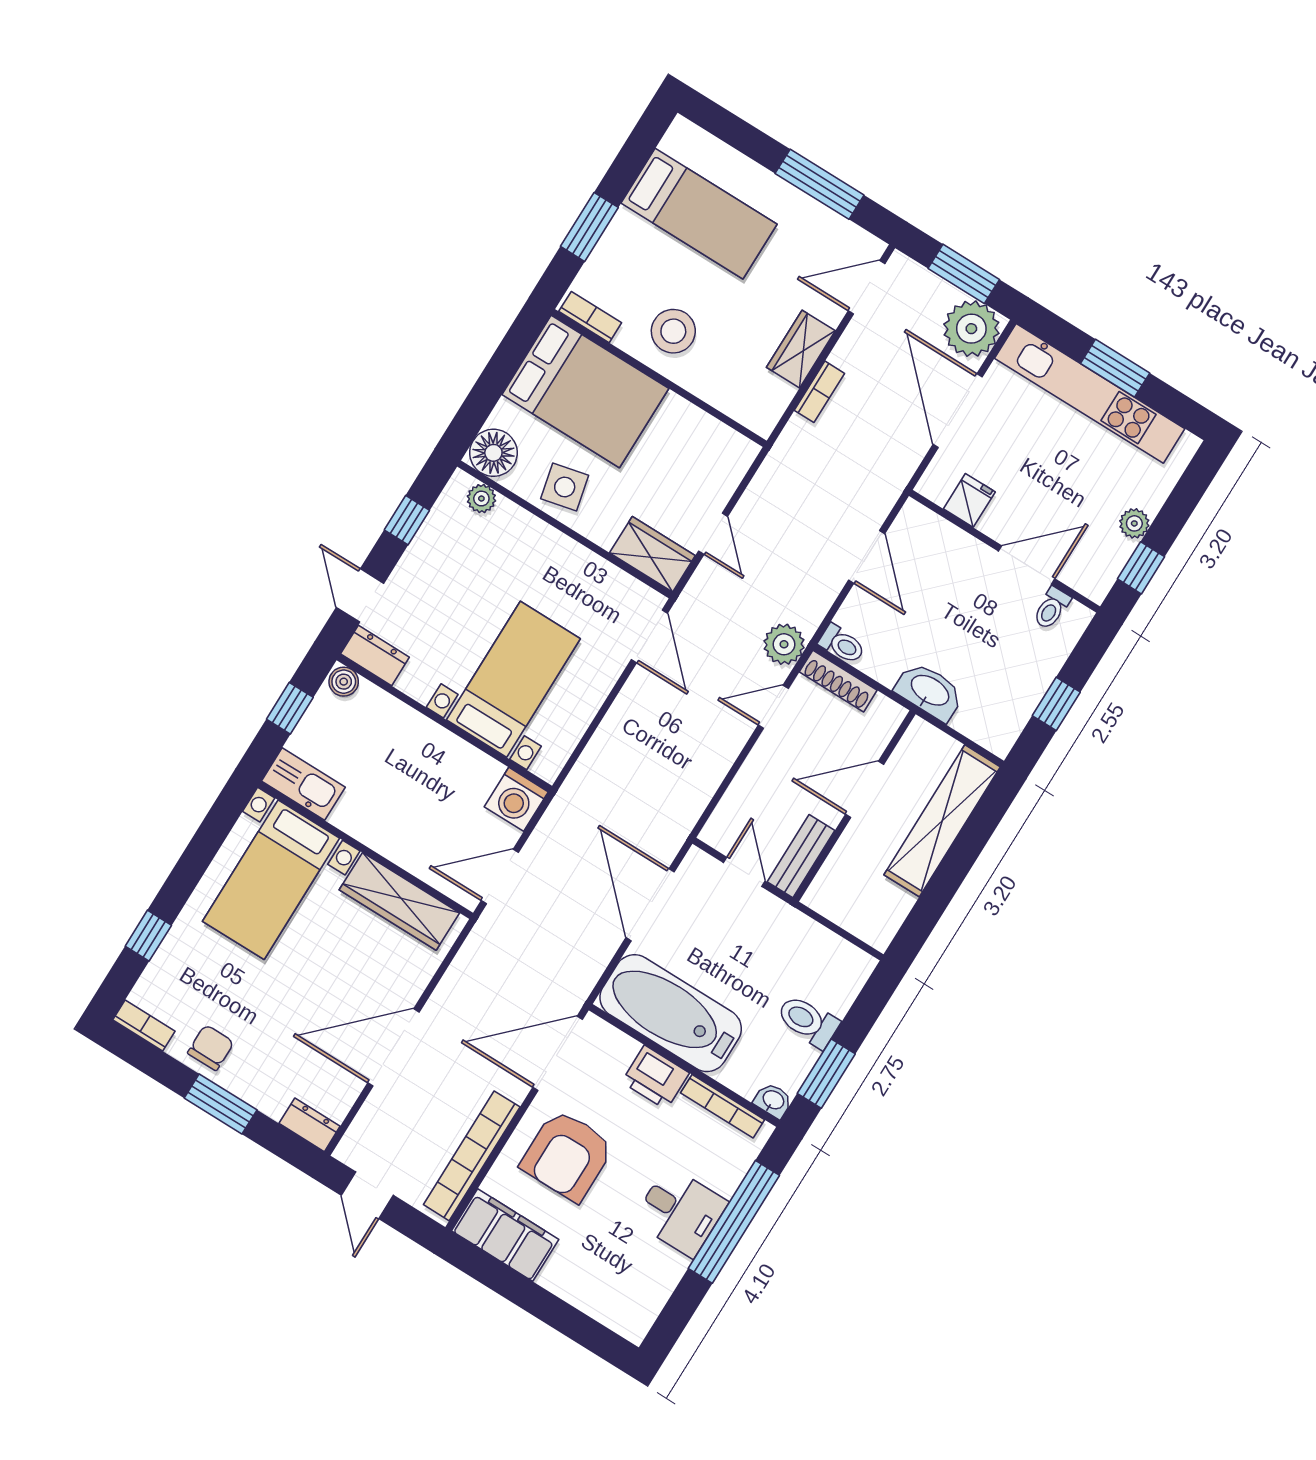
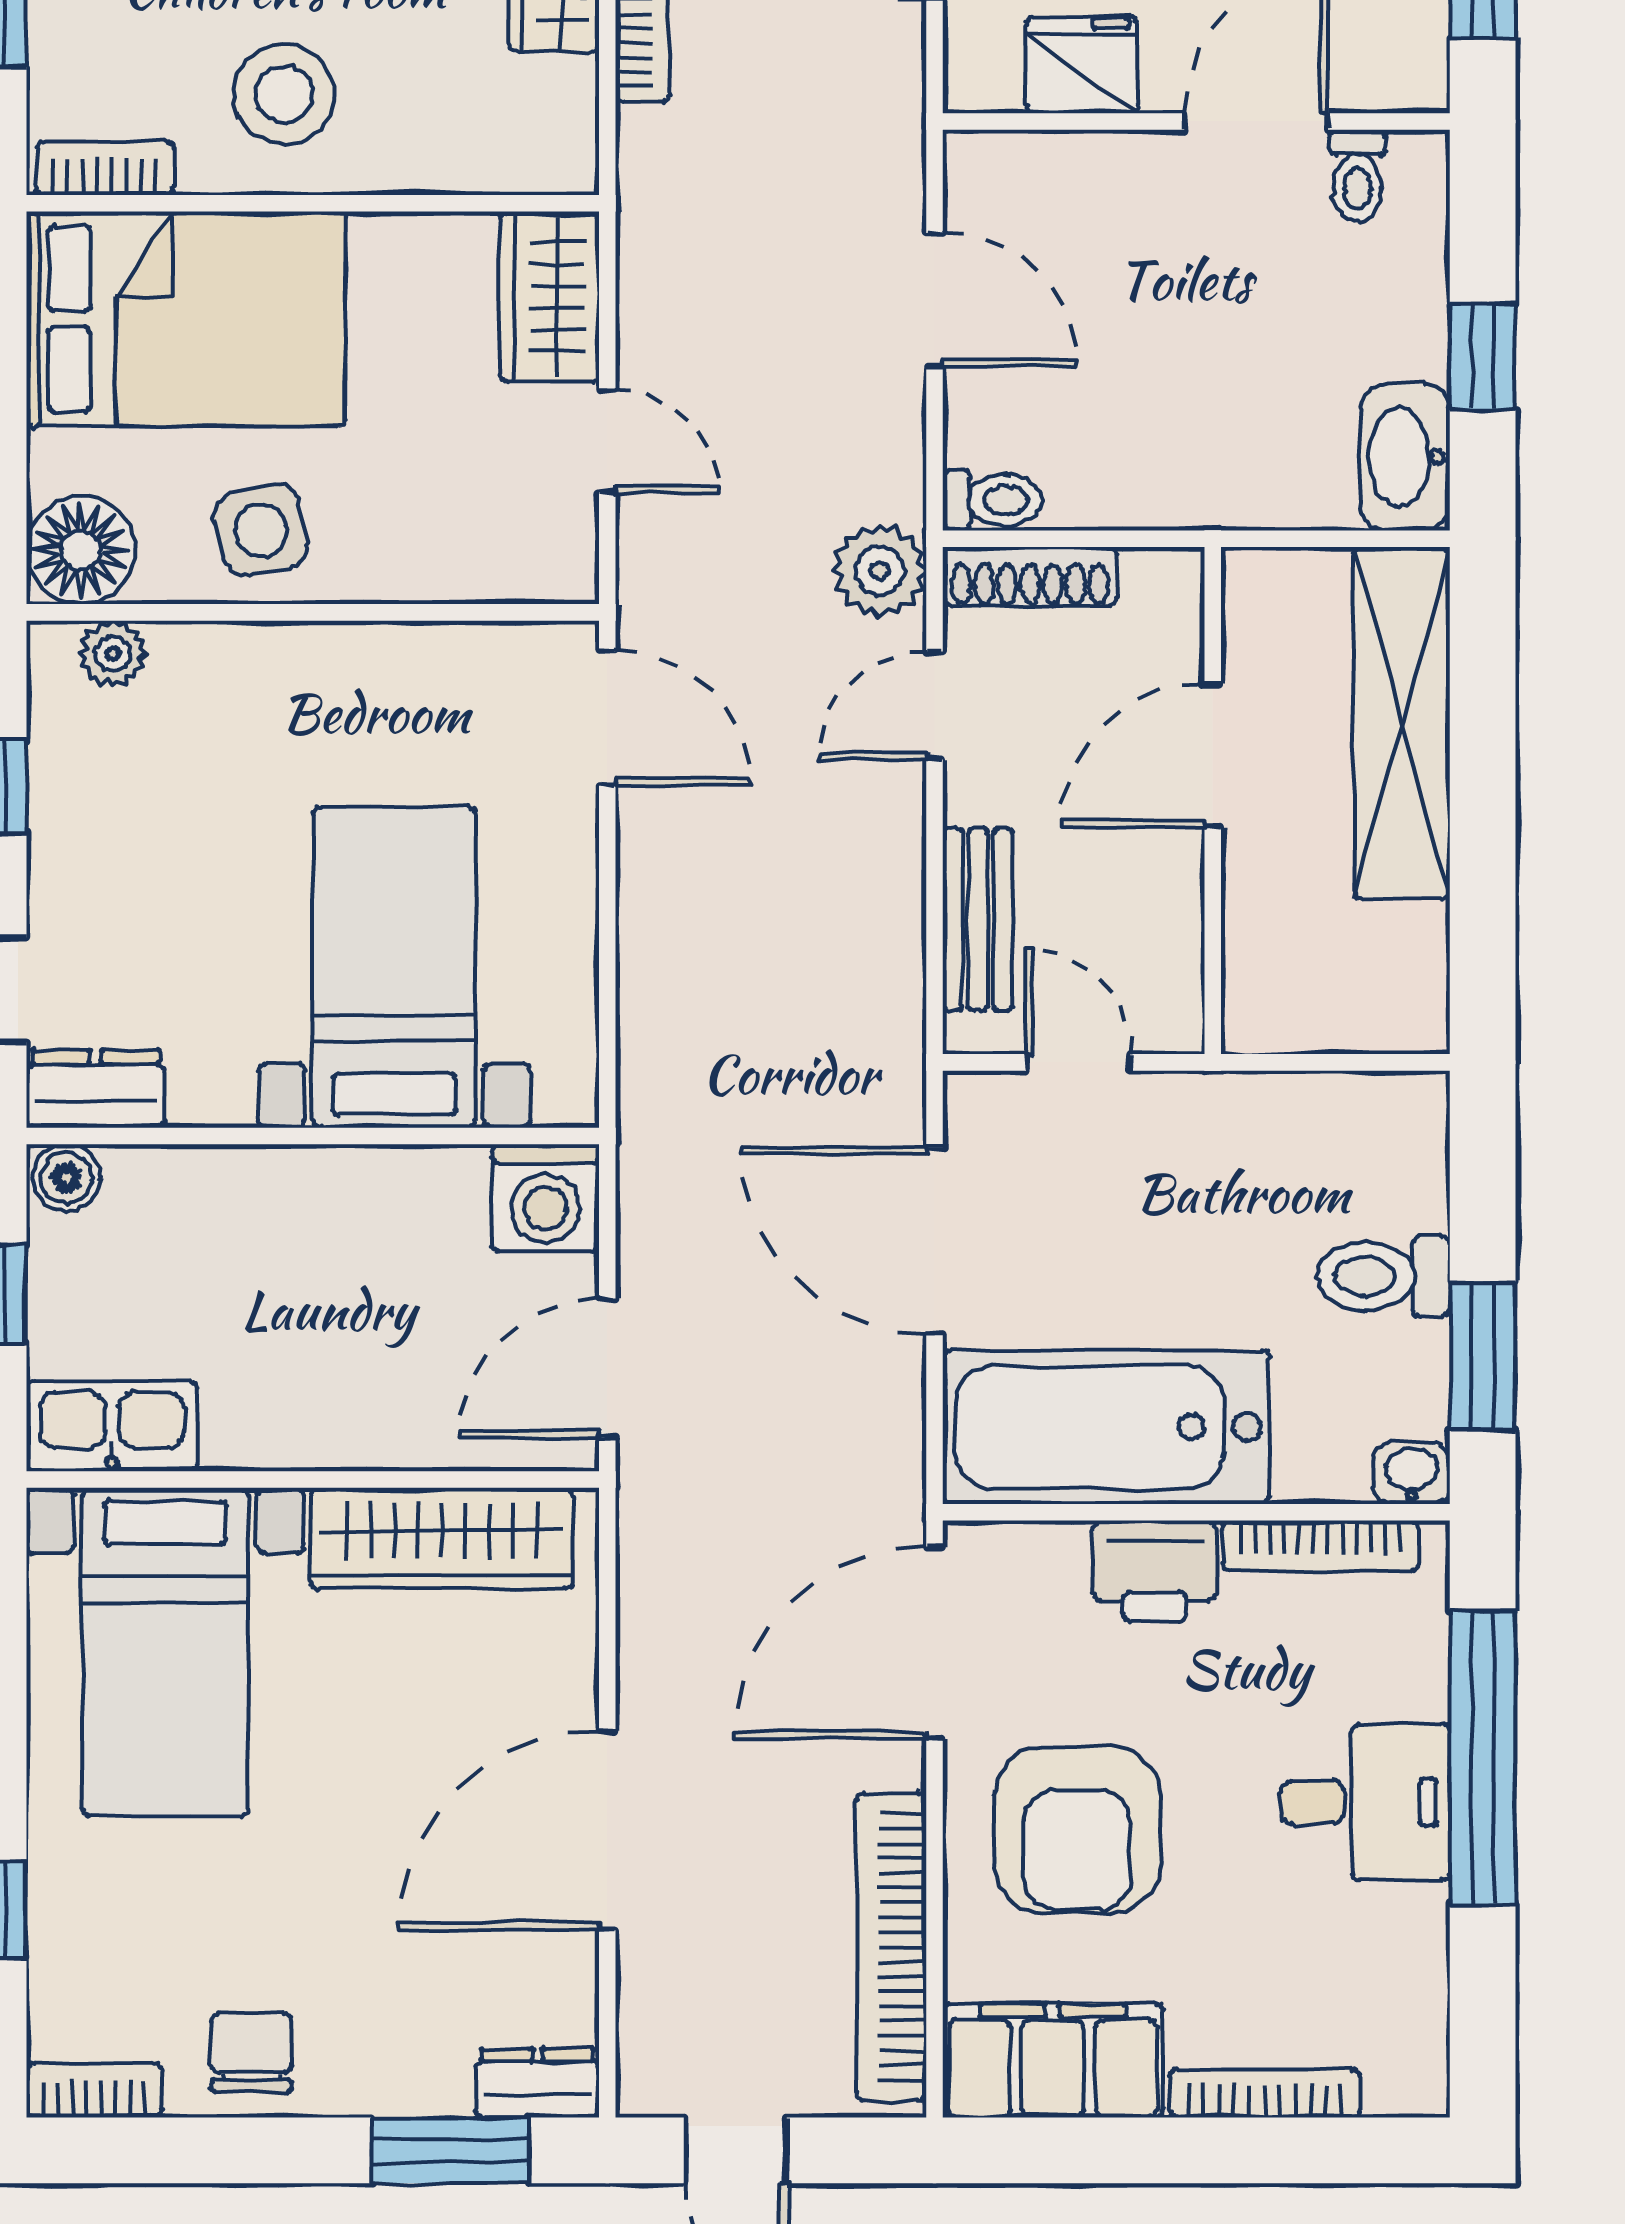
fridge: (969, 500) -> (1082, 65), width x1.38
wardrobe: (652, 554) -> (550, 297), moved, turned -90
washbasin: (929, 691) -> (1405, 457), moved, turned -90
bench: (801, 856) -> (978, 919), moved
window: (221, 1104) -> (450, 2150), moved
bookcase: (576, 1296) -> (1265, 2093), added

